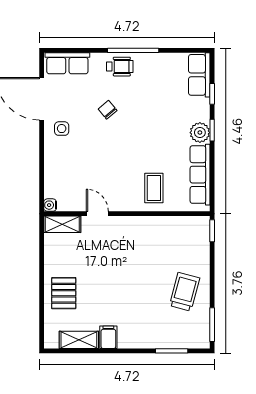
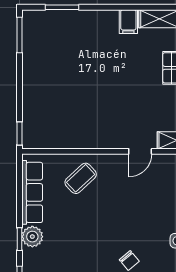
coffee table: (154, 188) -> (81, 178), turned 47
door: (97, 214) -> (140, 151), hinge flipped
trolley: (185, 292) -> (48, 69), removed

